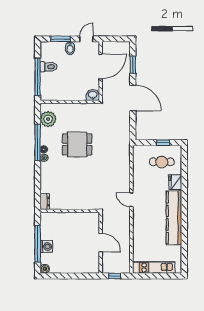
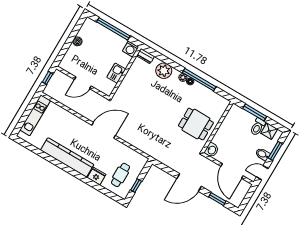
door: (86, 39) -> (262, 173), swing flipped
shower: (46, 54) -> (269, 131), added
window: (38, 77) -> (255, 112), width x0.68
plant: (48, 119) -> (164, 71), moved
dining table: (77, 144) -> (196, 124), moved, turned 90
door: (131, 200) -> (104, 130), width x1.88
kitchen sink: (75, 218) -> (116, 73), added
washing machine: (46, 247) -> (131, 49), moved
boiler: (45, 269) -> (77, 41), moved

